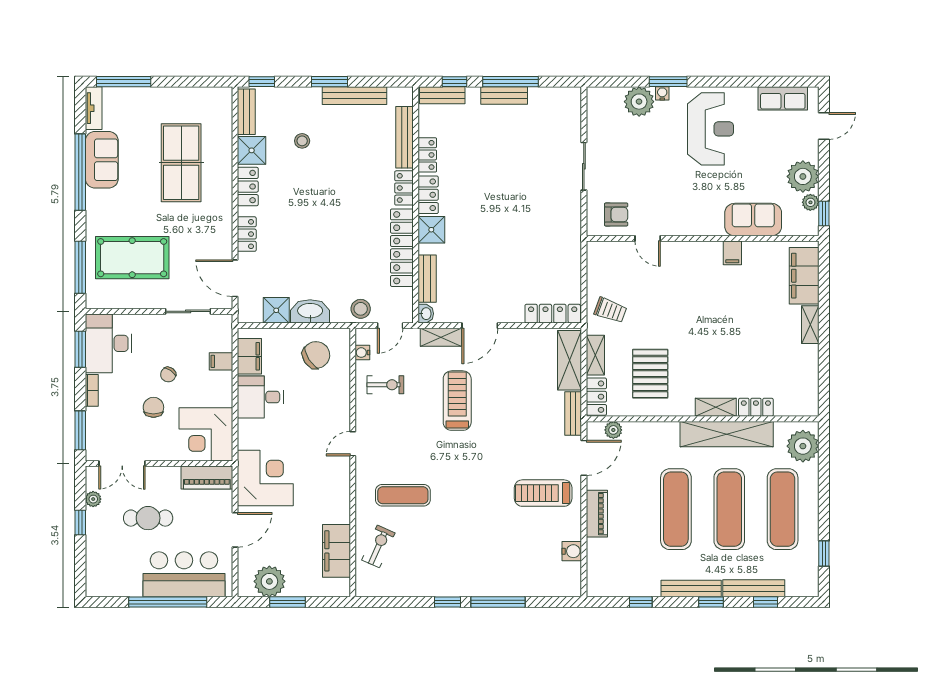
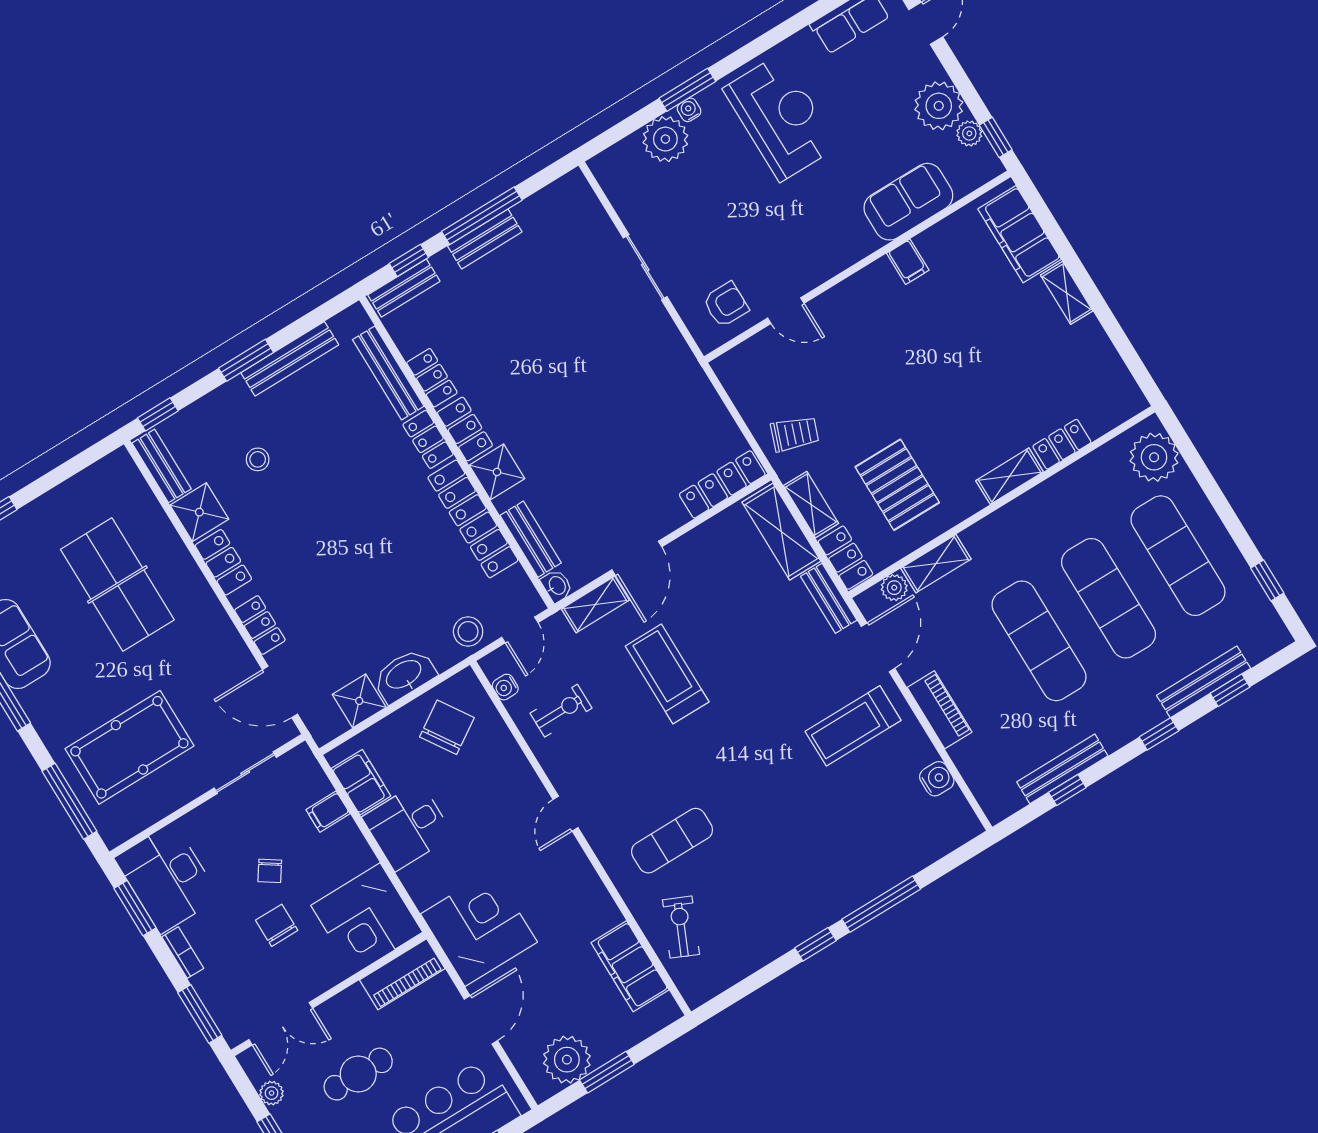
shelving: (727, 434) -> (936, 564), moved, width x0.45, depth x0.75
bench: (691, 589) -> (1062, 769), moved

